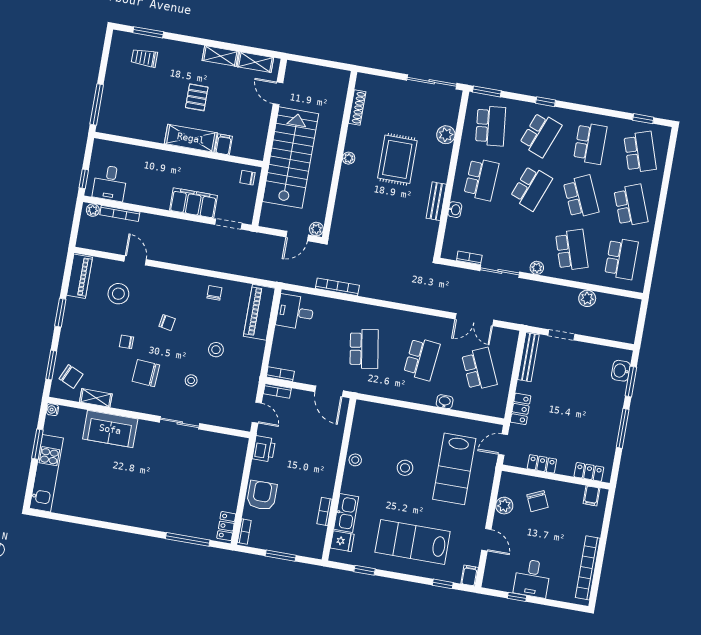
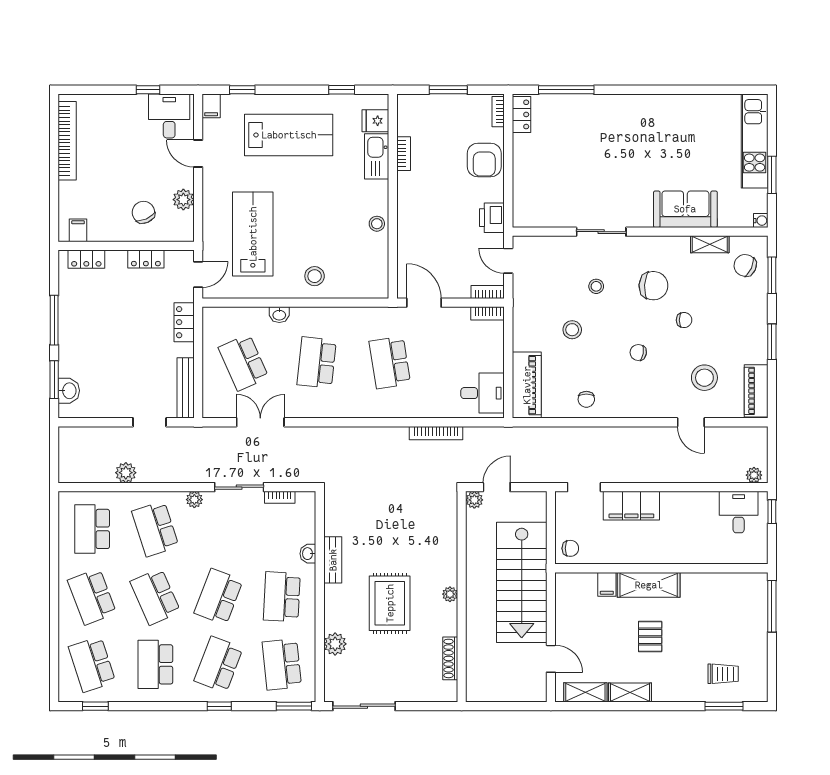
bookcase: (120, 213) -> (720, 477), removed
stool: (405, 468) -> (315, 276), moved
desk: (532, 578) -> (169, 116), moved

